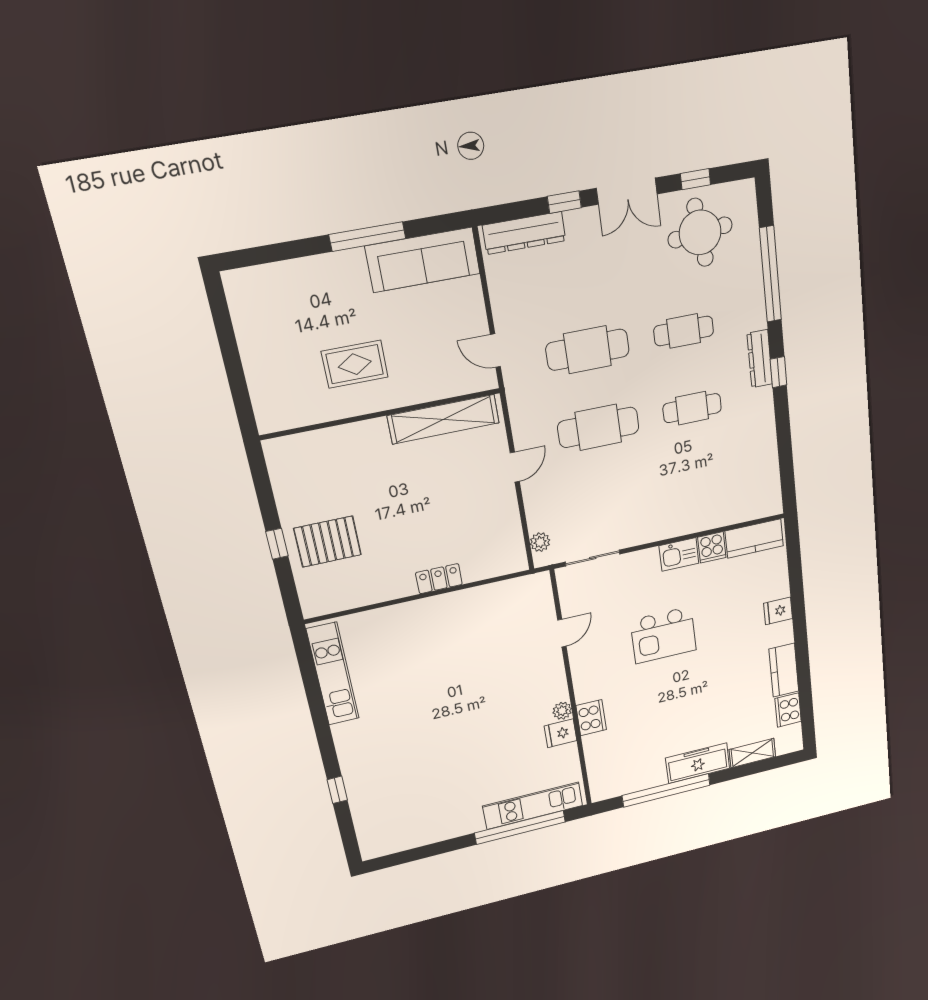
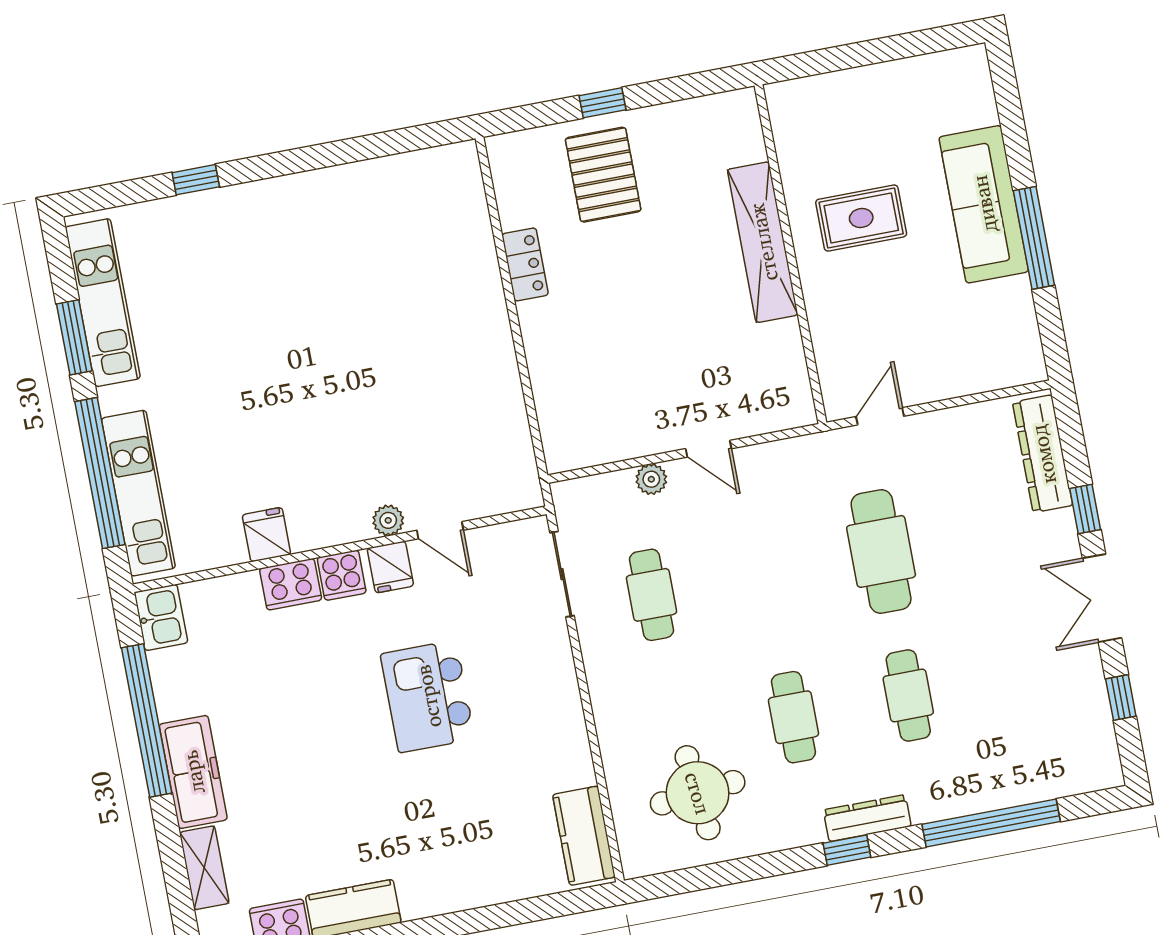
round table: (700, 232) -> (698, 793), moved
sofa: (423, 260) -> (984, 204), moved
rug: (355, 364) -> (861, 218), turned 90
shelving: (443, 419) -> (763, 242), moved
cafe table: (598, 427) -> (651, 595), moved, width x0.73, depth x0.74
plant: (540, 542) -> (651, 479), moved
cooker: (712, 547) -> (342, 575), moved, turned -90
kitchen sink: (679, 554) -> (161, 617), moved, turned 180
locker: (439, 579) -> (525, 264), moved
fridge: (778, 611) -> (390, 567), moved, turned 180
kitchen unit: (333, 674) -> (103, 303), moved, turned -90
plant: (562, 711) -> (388, 520), moved
window: (438, 849) -> (74, 337), added

